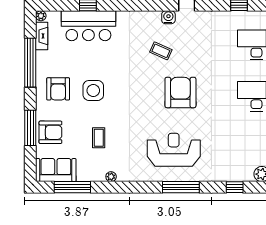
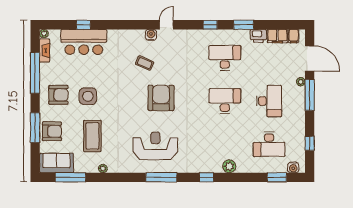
armchair: (58, 89) -> (58, 95), turned -90
coffee table: (99, 138) -> (92, 136), width x1.86, depth x1.72

